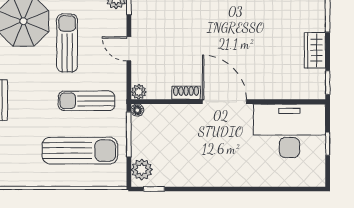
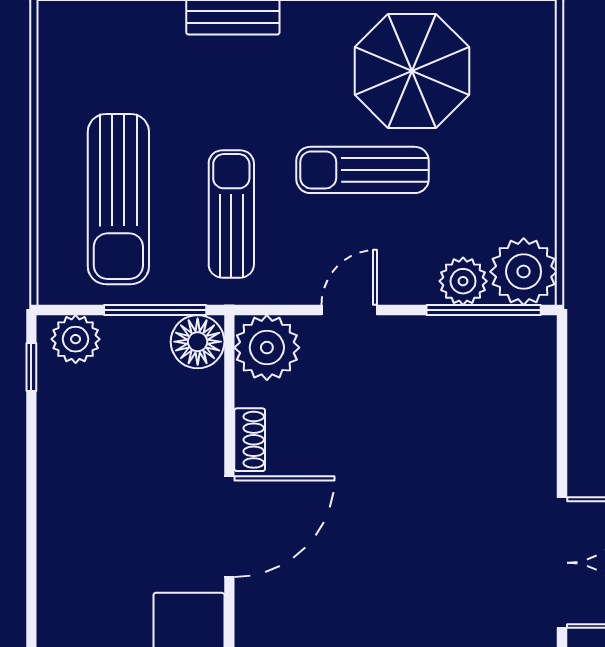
sun lounger: (67, 43) -> (363, 170), turned 180
plant: (139, 92) -> (267, 348), width x1.88, depth x1.88
floor lamp: (137, 110) -> (198, 342), width x1.89, depth x1.89

